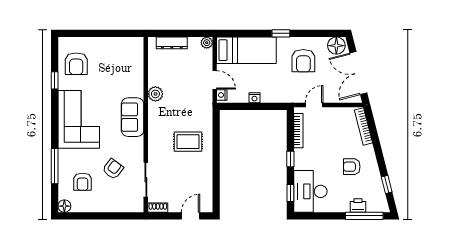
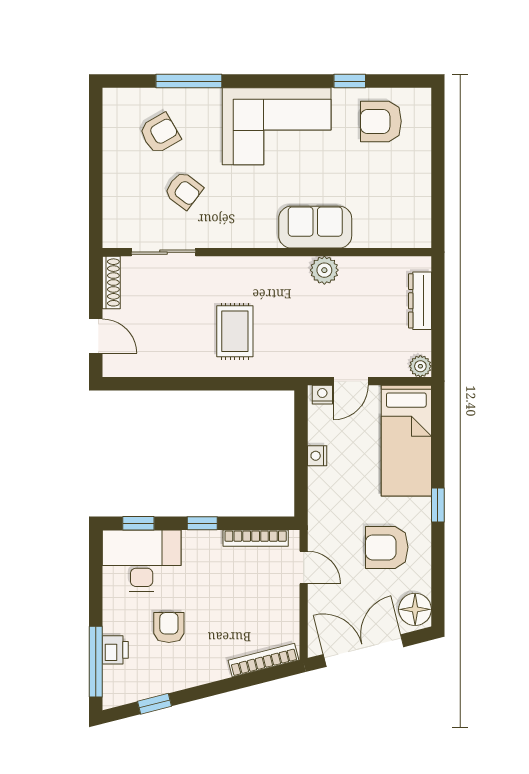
sofa: (133, 117) -> (315, 227), moved
armchair: (352, 167) -> (169, 627), moved
armchair: (83, 182) -> (160, 133), turned 150
floor lamp: (64, 206) -> (114, 99), removed
shoe rack: (158, 208) -> (111, 282), width x1.43

